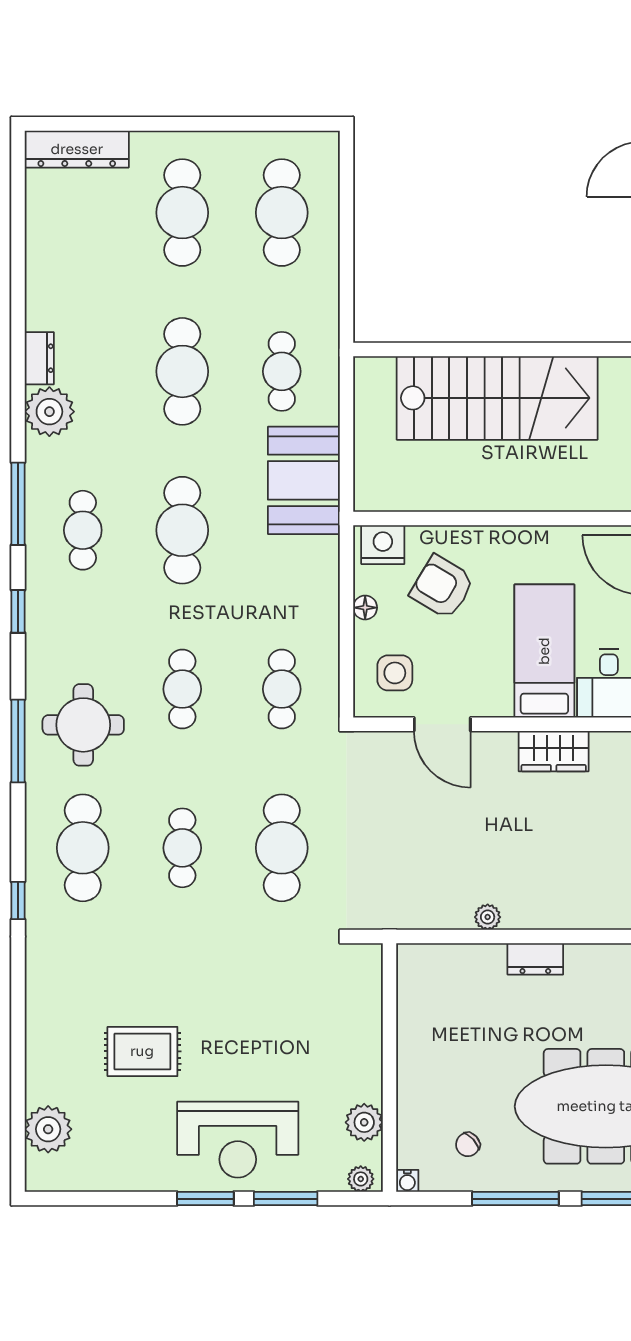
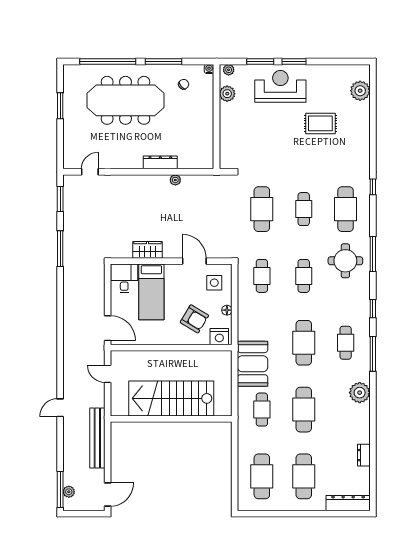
dresser: (39, 358) -> (364, 455), moved
dresser: (535, 959) -> (160, 162), width x1.44

